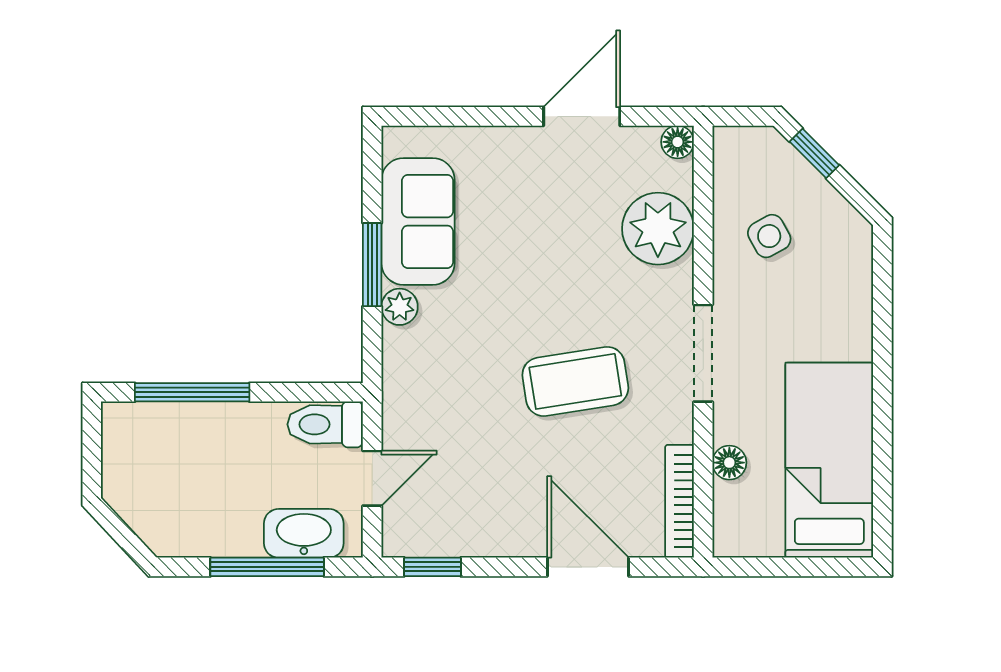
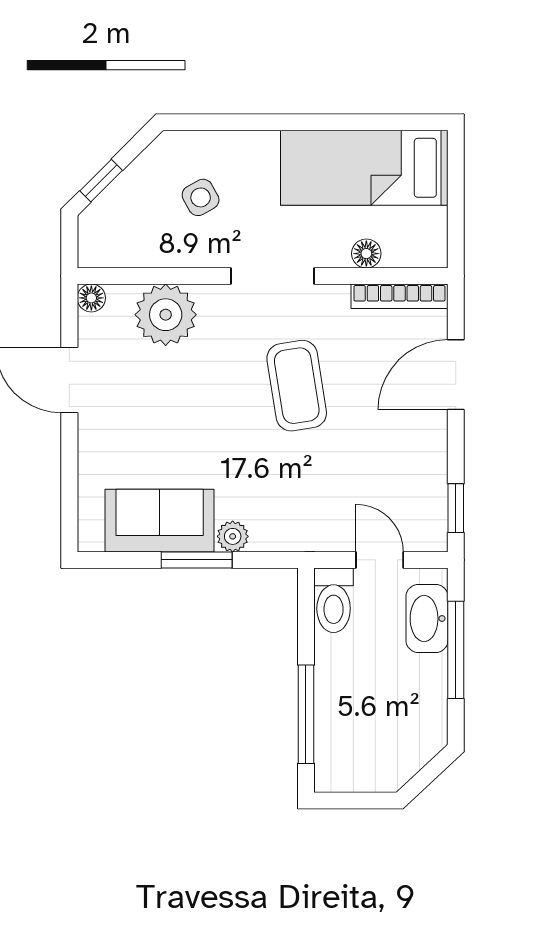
side table: (769, 236) -> (201, 197), moved

